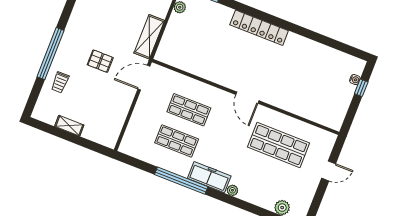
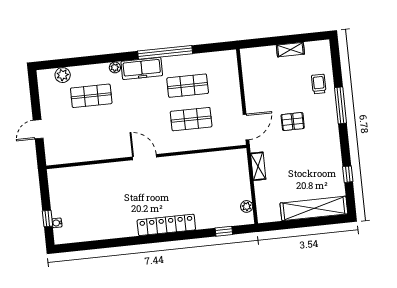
shelving: (149, 37) -> (258, 166), width x0.67, depth x0.75
window: (51, 54) -> (341, 105), width x0.68
shop shelf: (279, 145) -> (91, 96), moved, width x0.70, depth x0.74

